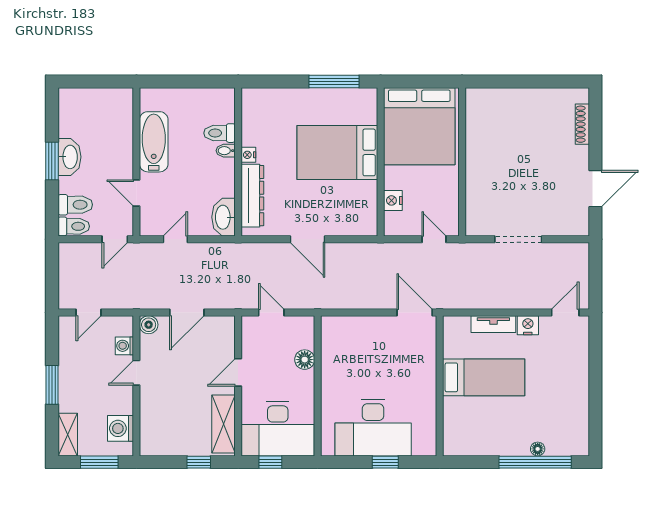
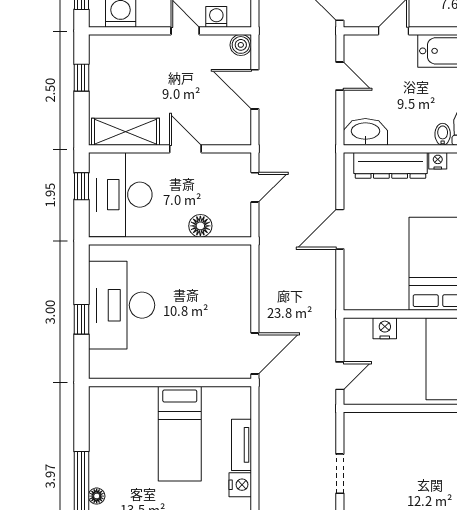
doorway: (518, 239) -> (340, 474), width x0.73
window: (199, 462) -> (81, 78), moved

